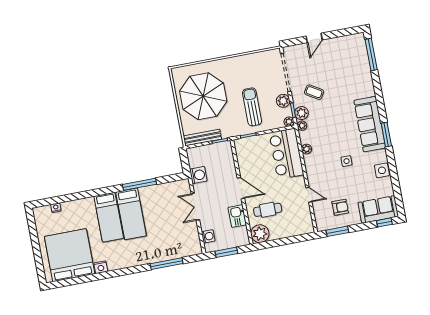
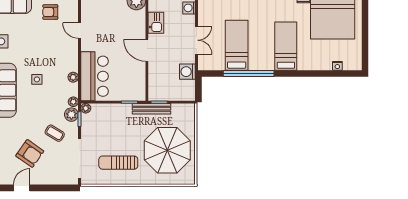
door: (314, 38) -> (22, 188), moved
armchair: (334, 68) -> (30, 153), added
plant: (283, 101) -> (88, 130), removed
sun lounger: (252, 107) -> (118, 163), moved, turned 90
bench: (202, 138) -> (151, 109), moved
side table: (347, 161) -> (37, 79), moved
window: (139, 184) -> (249, 73), width x1.46
cafe table: (268, 210) -> (124, 23), removed
bed: (131, 214) -> (237, 45), moved

